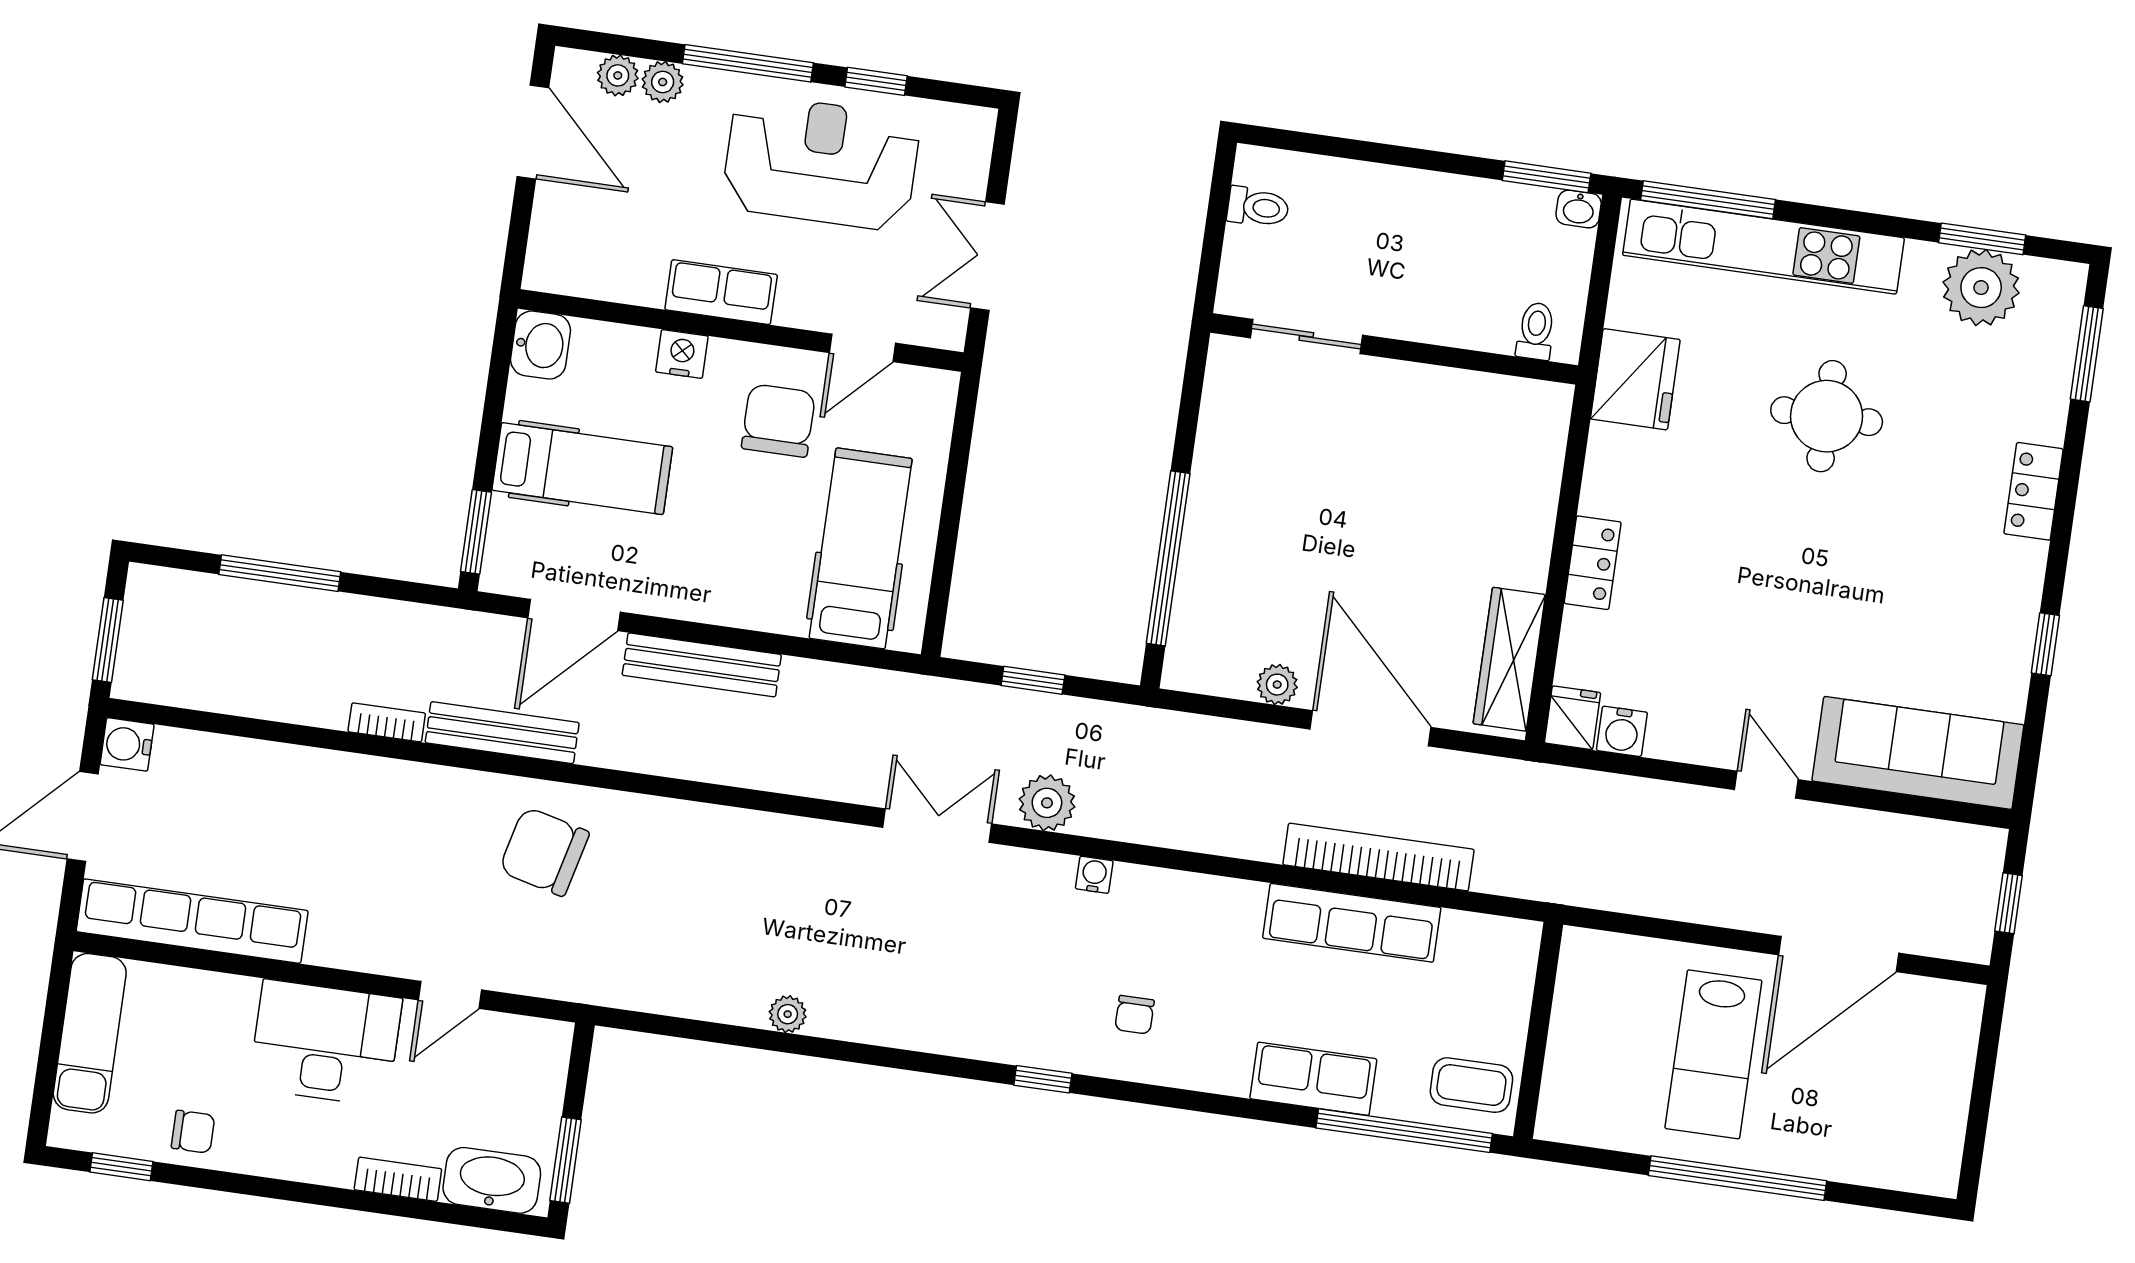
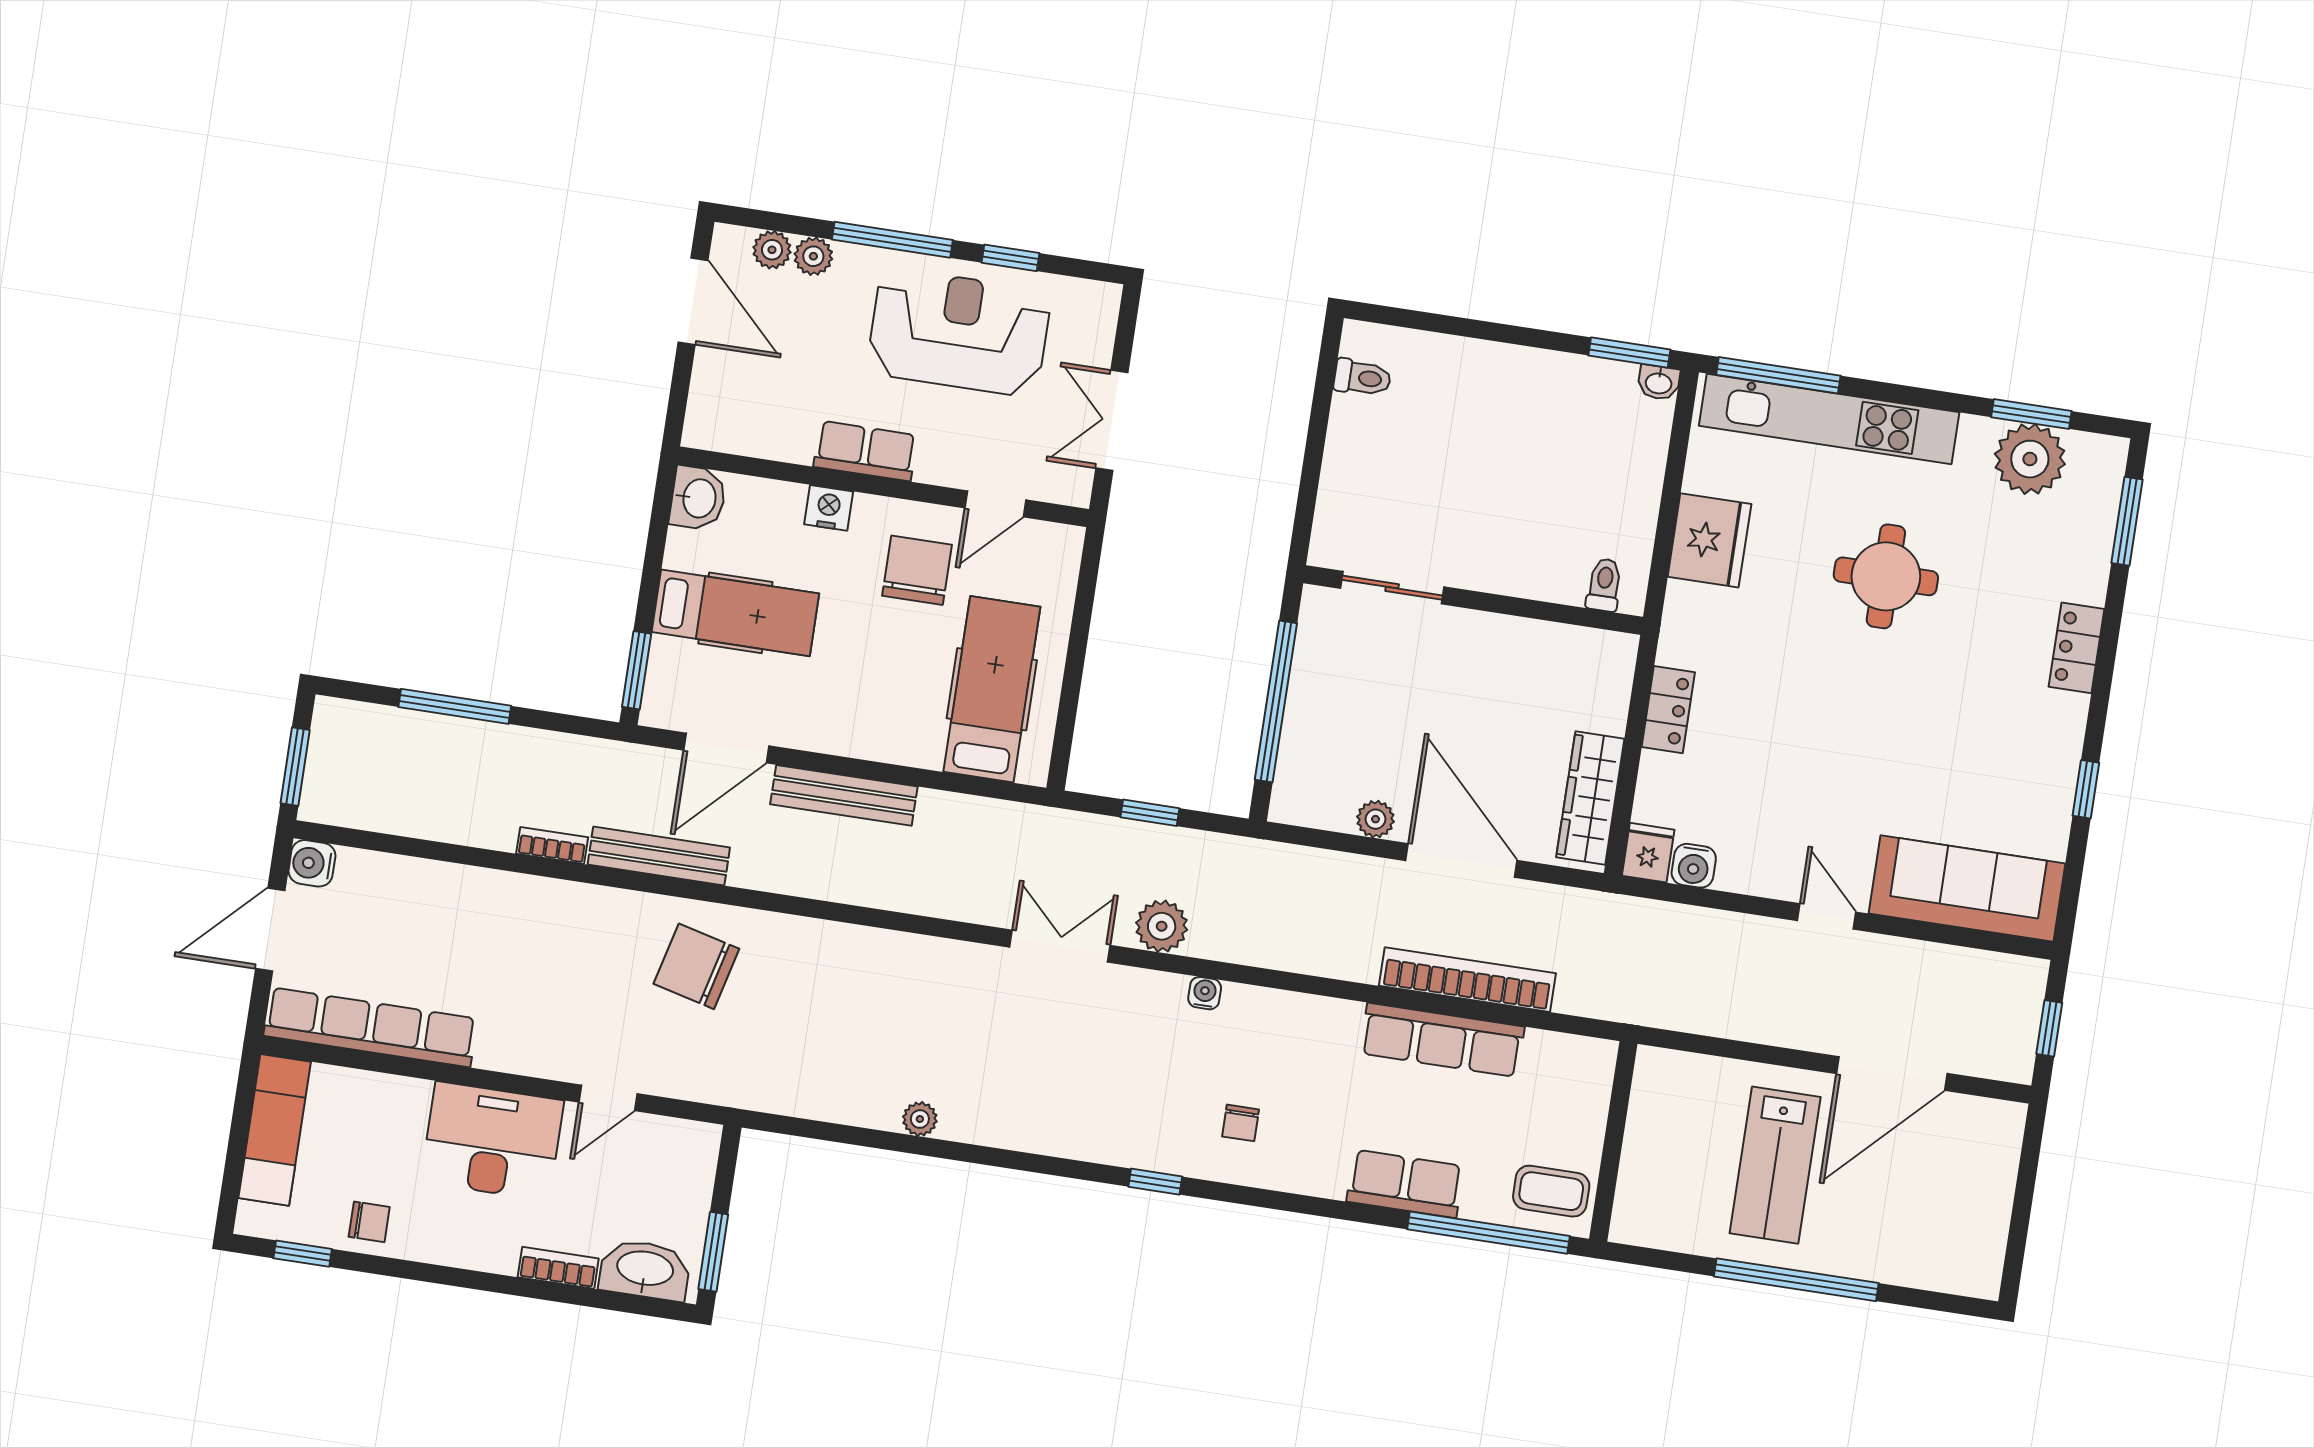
toilet: (1536, 331) -> (1604, 585), moved
sliding door: (1306, 336) -> (1392, 588), moved
wall: (1394, 349) -> (1473, 600), moved

